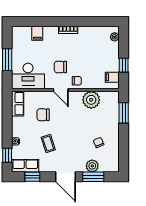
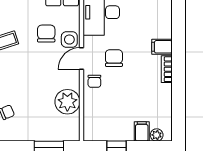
filing cabinet: (37, 33) -> (162, 47), moved
filing cabinet: (112, 77) -> (142, 131), moved
side table: (47, 98) -> (69, 40), added

